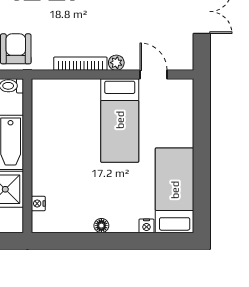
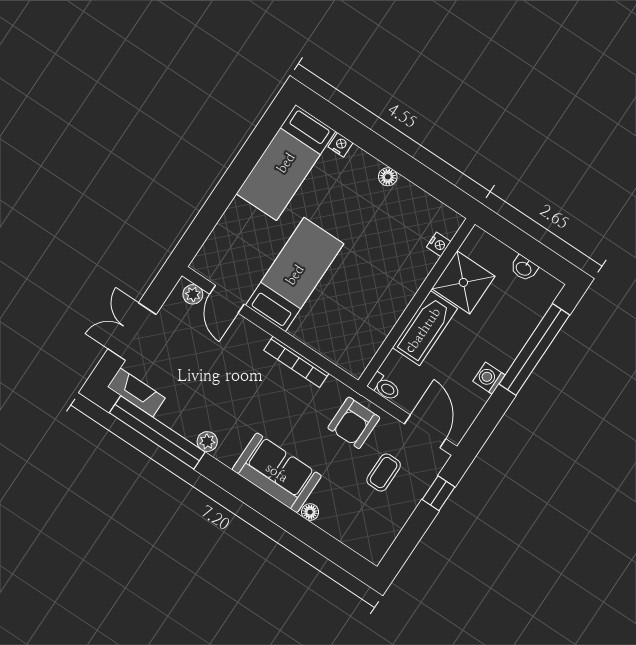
plant: (116, 63) -> (193, 294), moved

